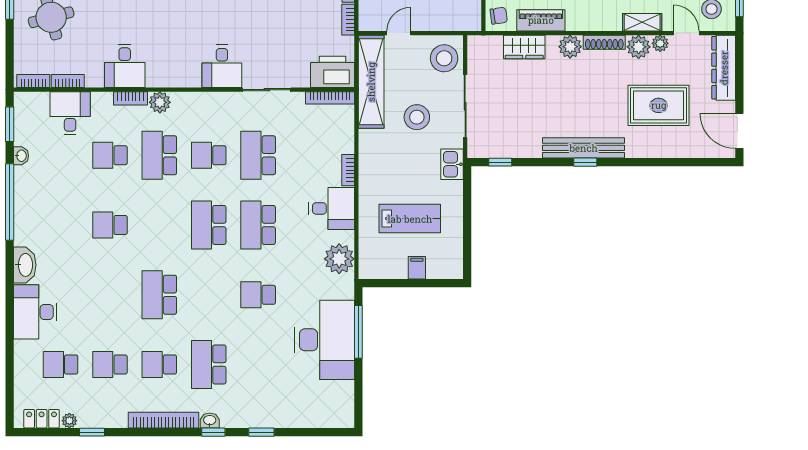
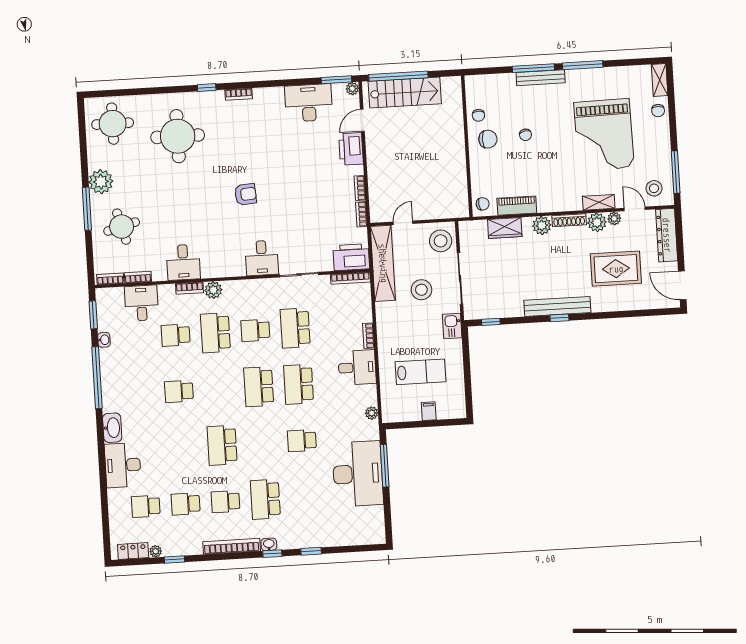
plant: (339, 259) -> (372, 413), width x0.53, depth x0.53

